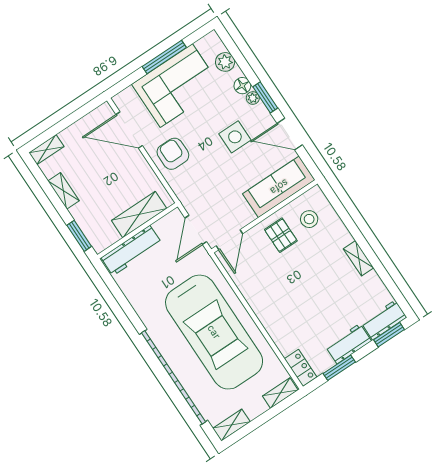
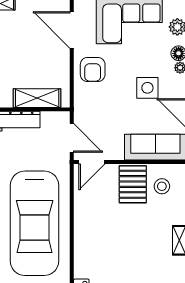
armchair: (173, 154) -> (93, 70), turned 180
door: (196, 230) -> (72, 138), swing flipped
pallet: (281, 235) -> (133, 184), width x1.50, depth x1.42

